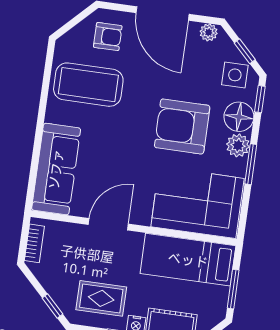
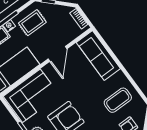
coffee table: (88, 85) -> (118, 100), width x0.73, depth x0.76

